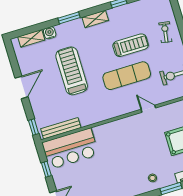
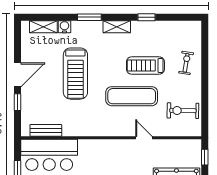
treadmill: (131, 45) -> (145, 65), turned 180
treadmill: (72, 71) -> (75, 74), turned 180
window: (34, 127) -> (18, 102), moved
bench: (61, 128) -> (46, 130), width x0.73

